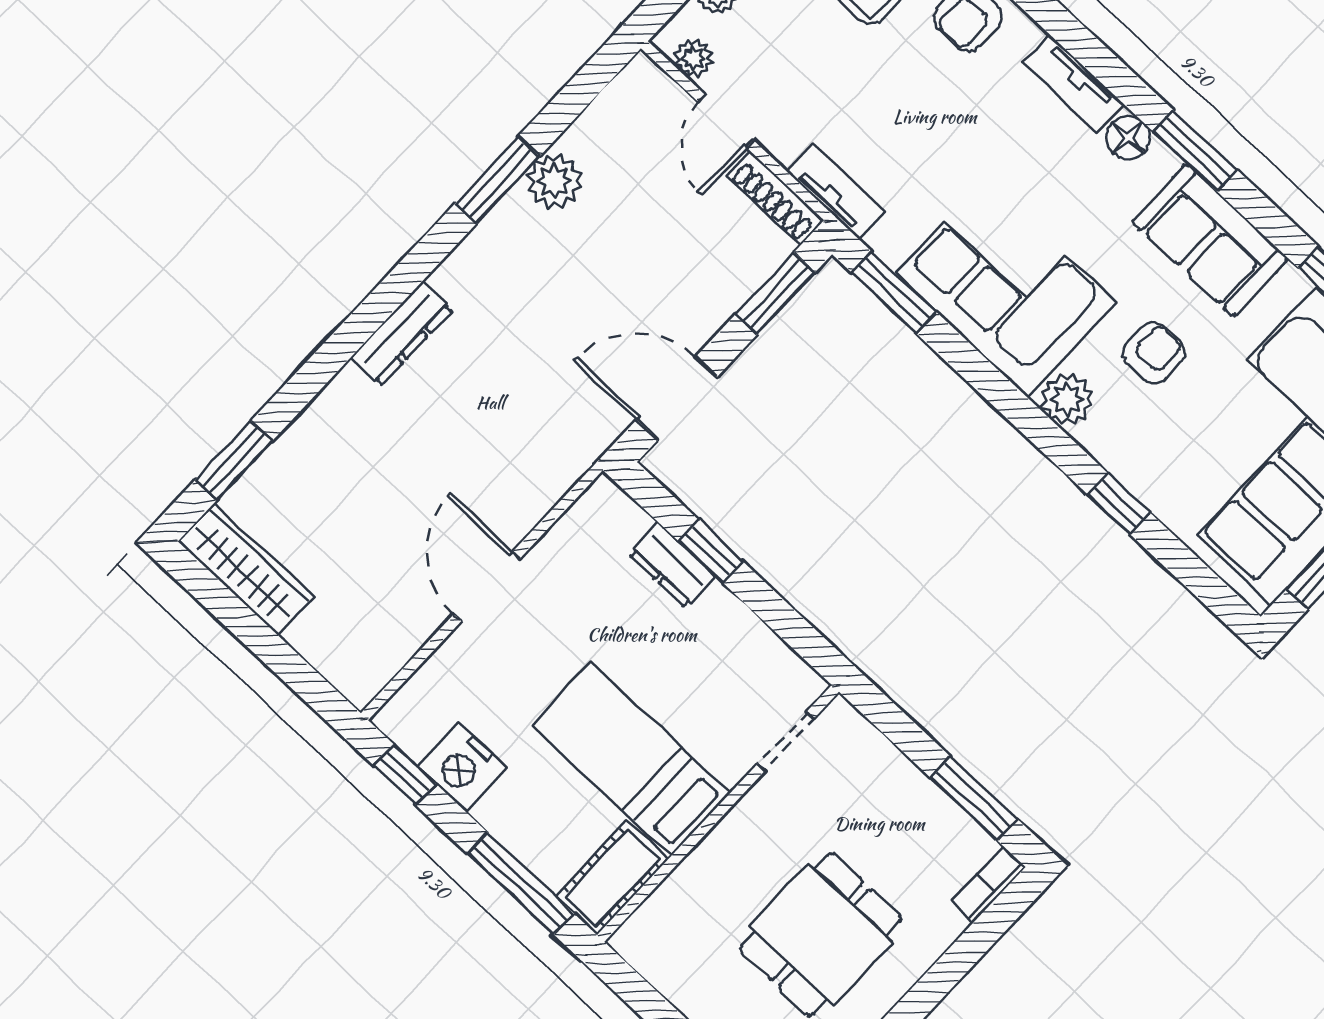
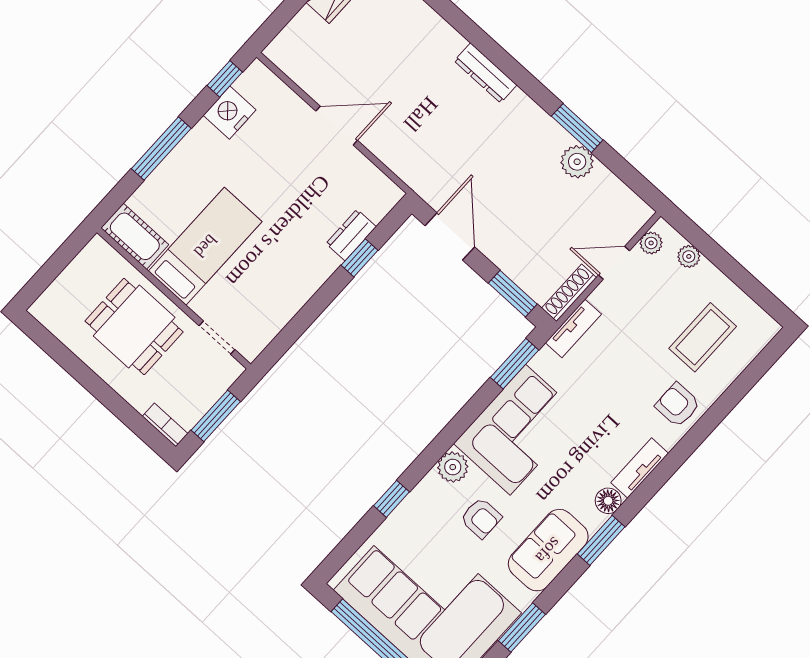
doorway: (786, 741) -> (217, 338), moved
bed: (631, 759) -> (205, 246), moved
wall: (718, 813) -> (174, 298), moved
cot: (612, 878) -> (135, 236), moved

